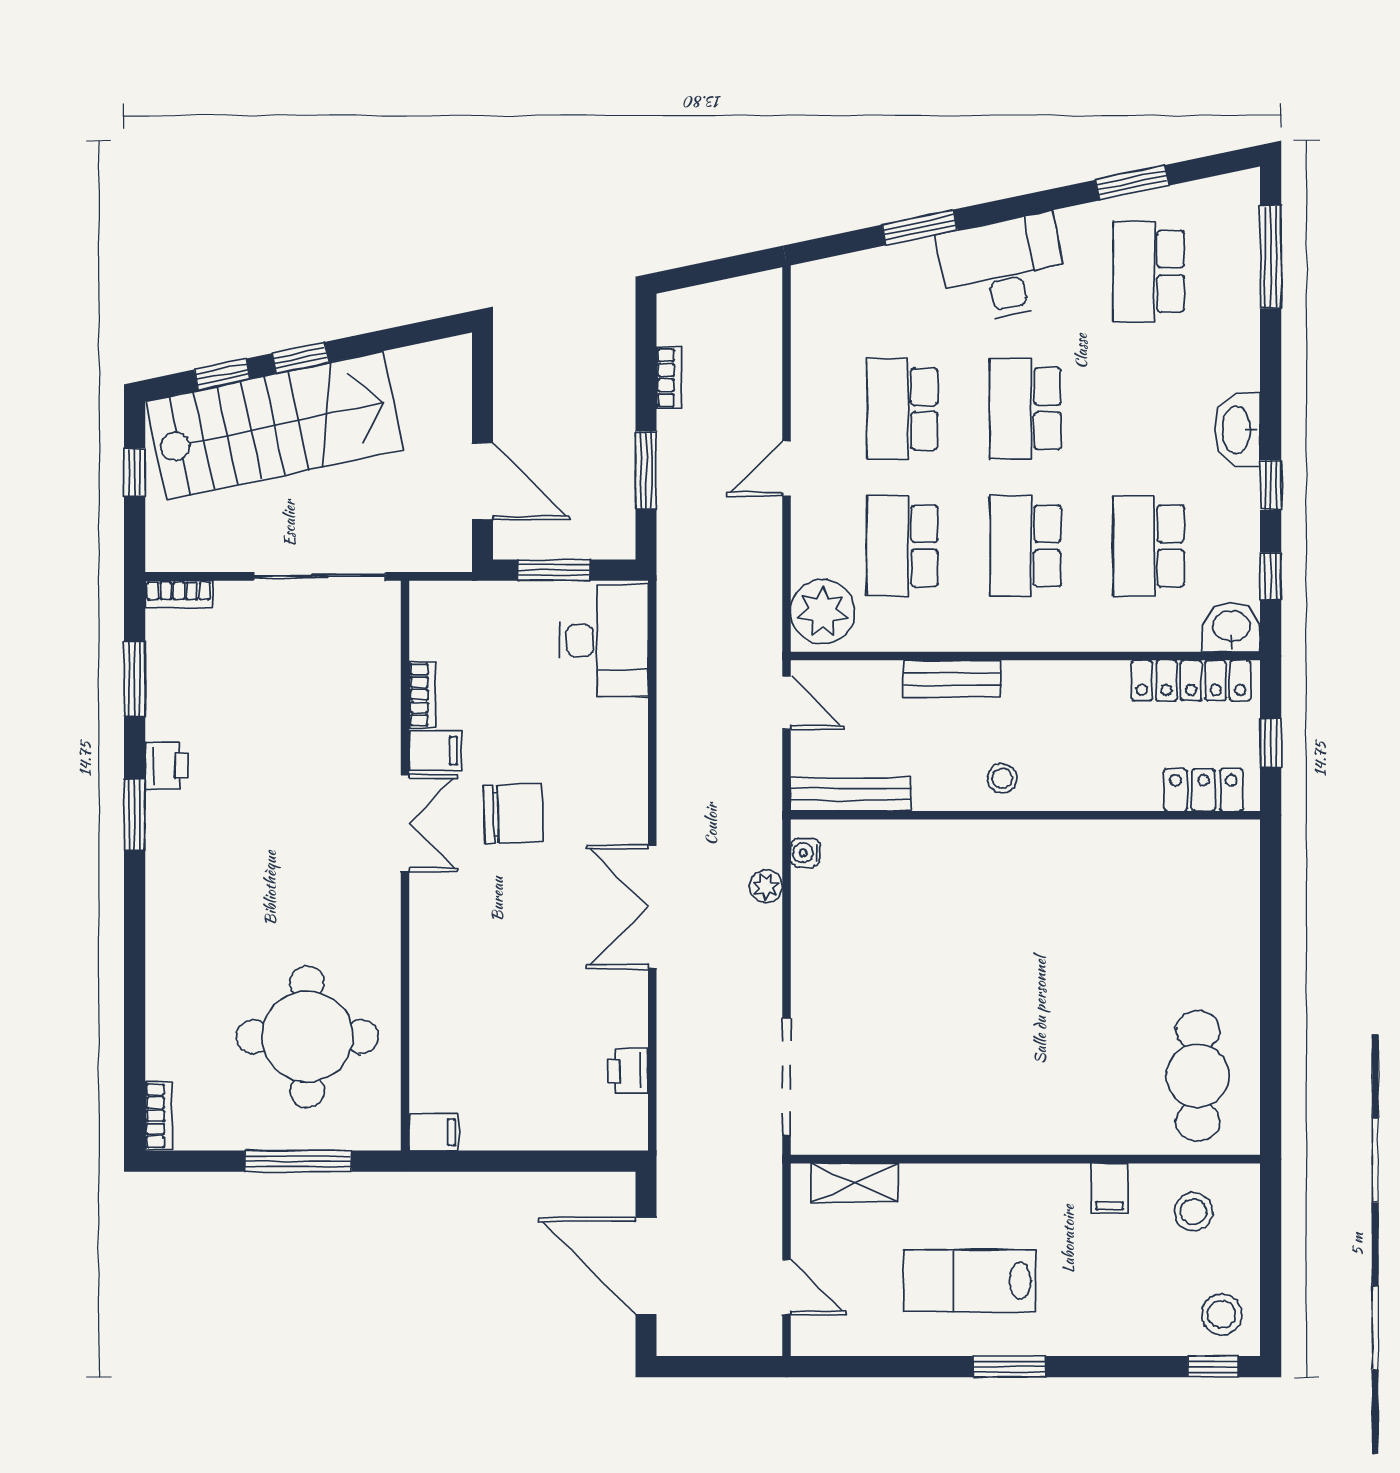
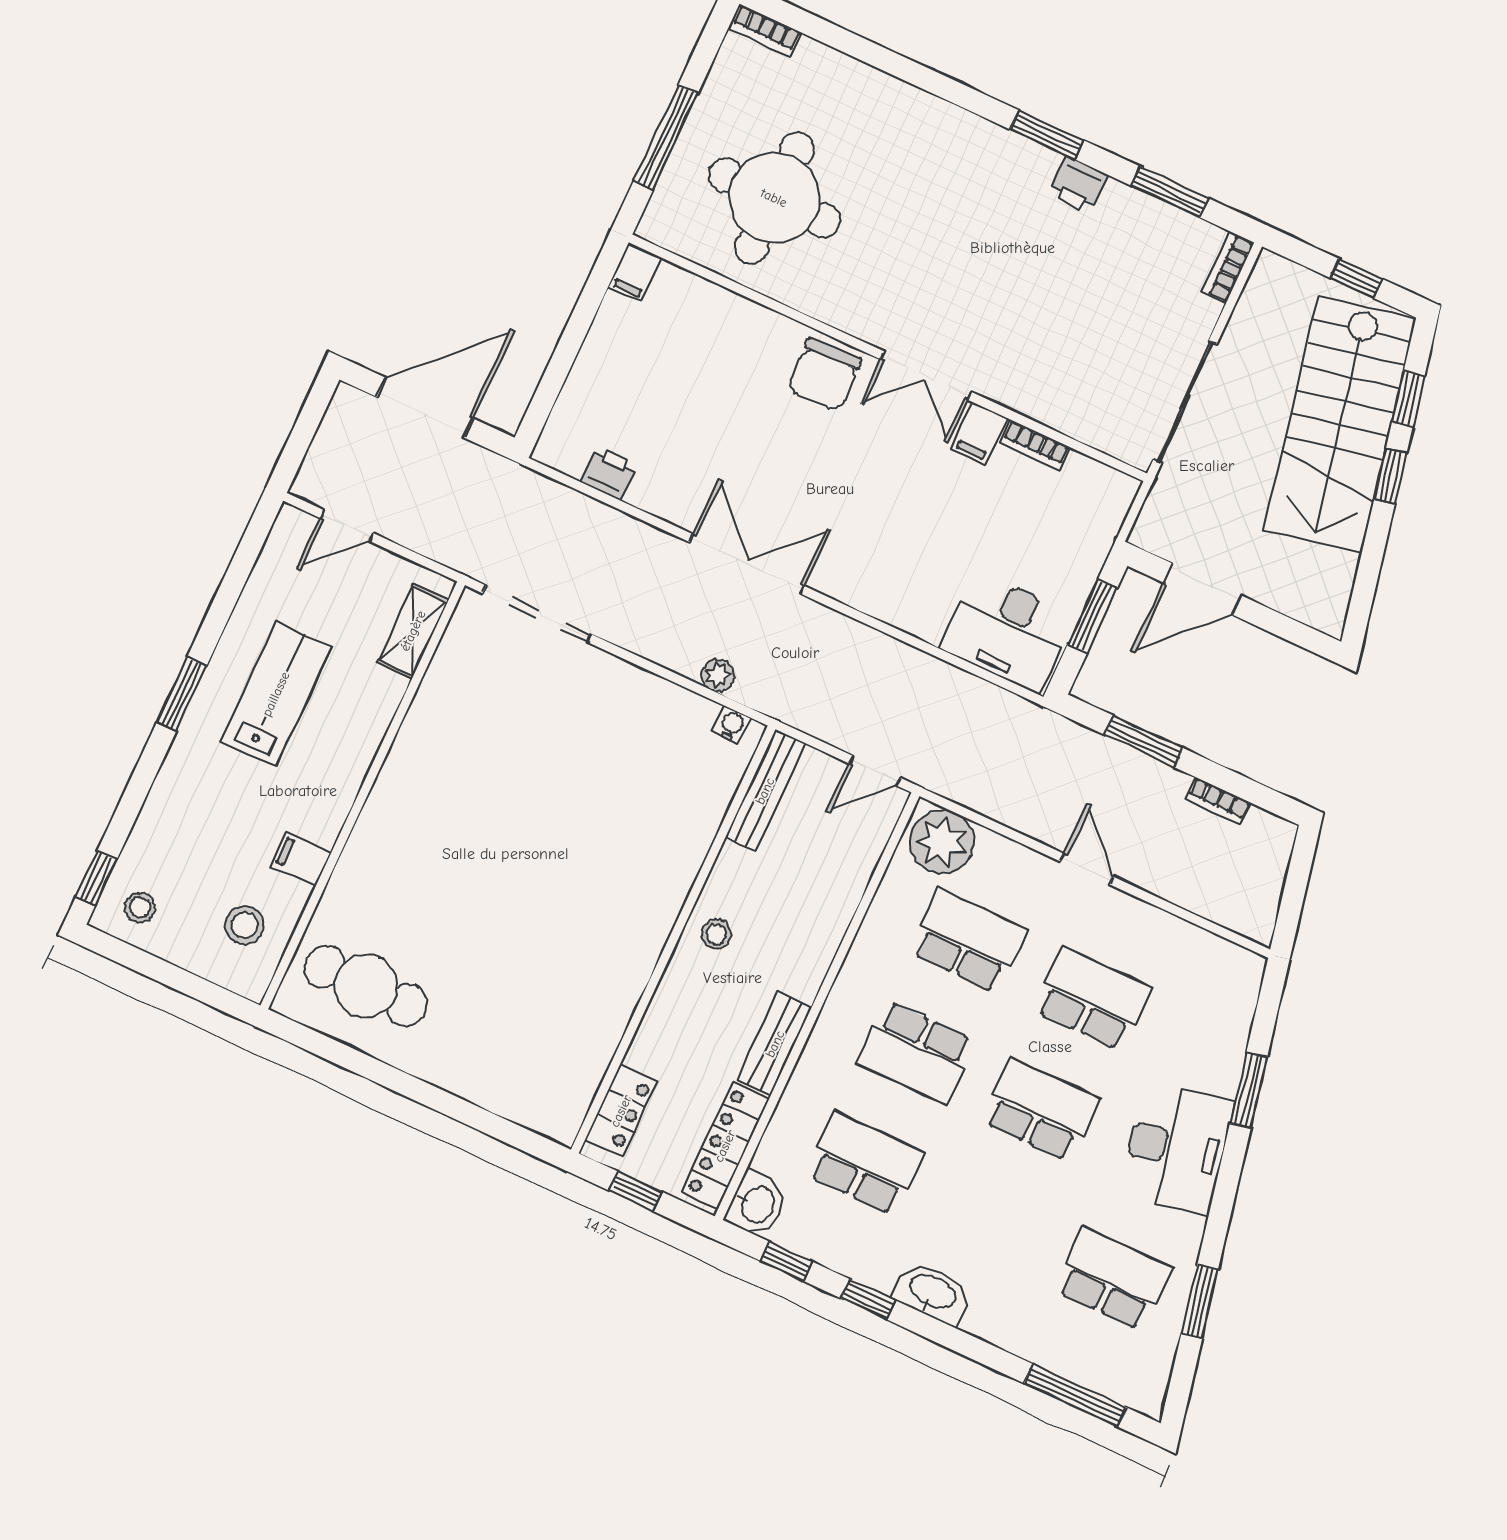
school desk: (1025, 546) -> (916, 1052), turned 180
bench: (952, 679) -> (775, 1044), moved
chair: (513, 813) -> (824, 374), moved
stool: (1222, 1314) -> (140, 907), width x0.73, depth x0.73

